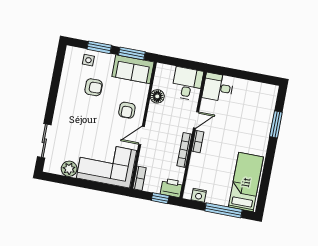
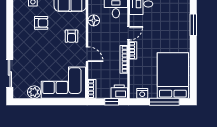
door: (141, 135) -> (87, 54), swing flipped
bed: (246, 182) -> (173, 76), width x1.50

